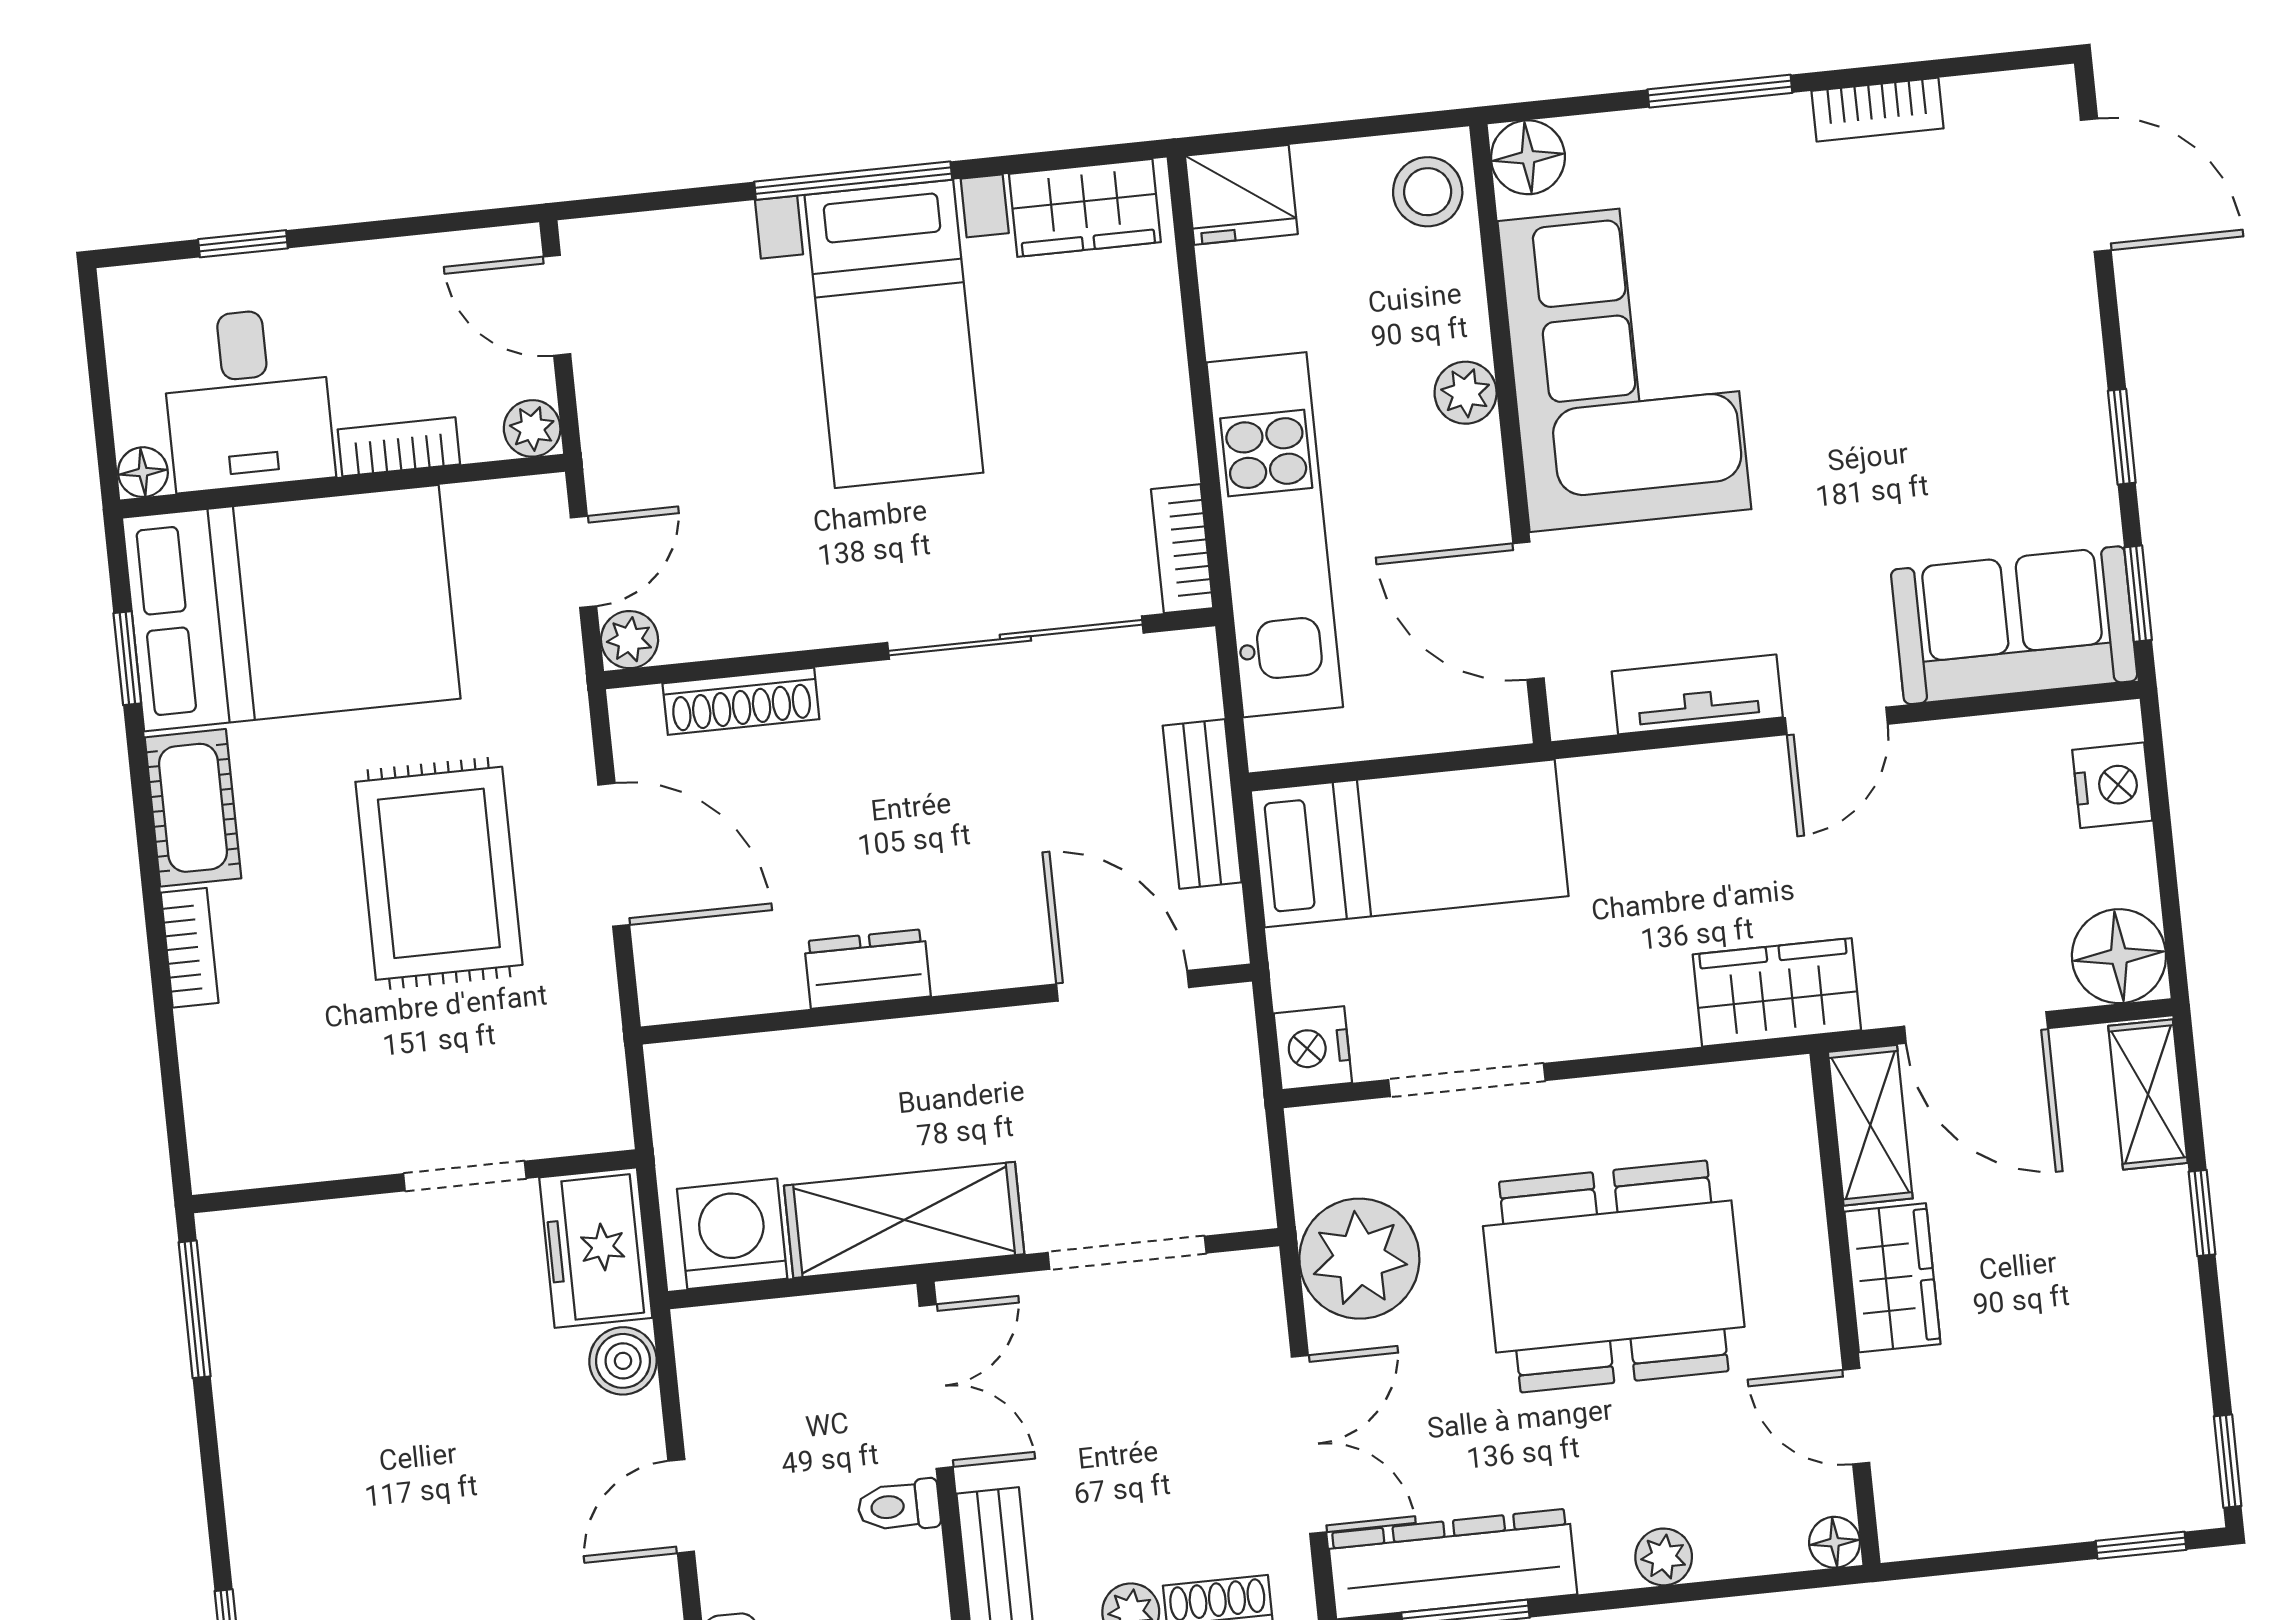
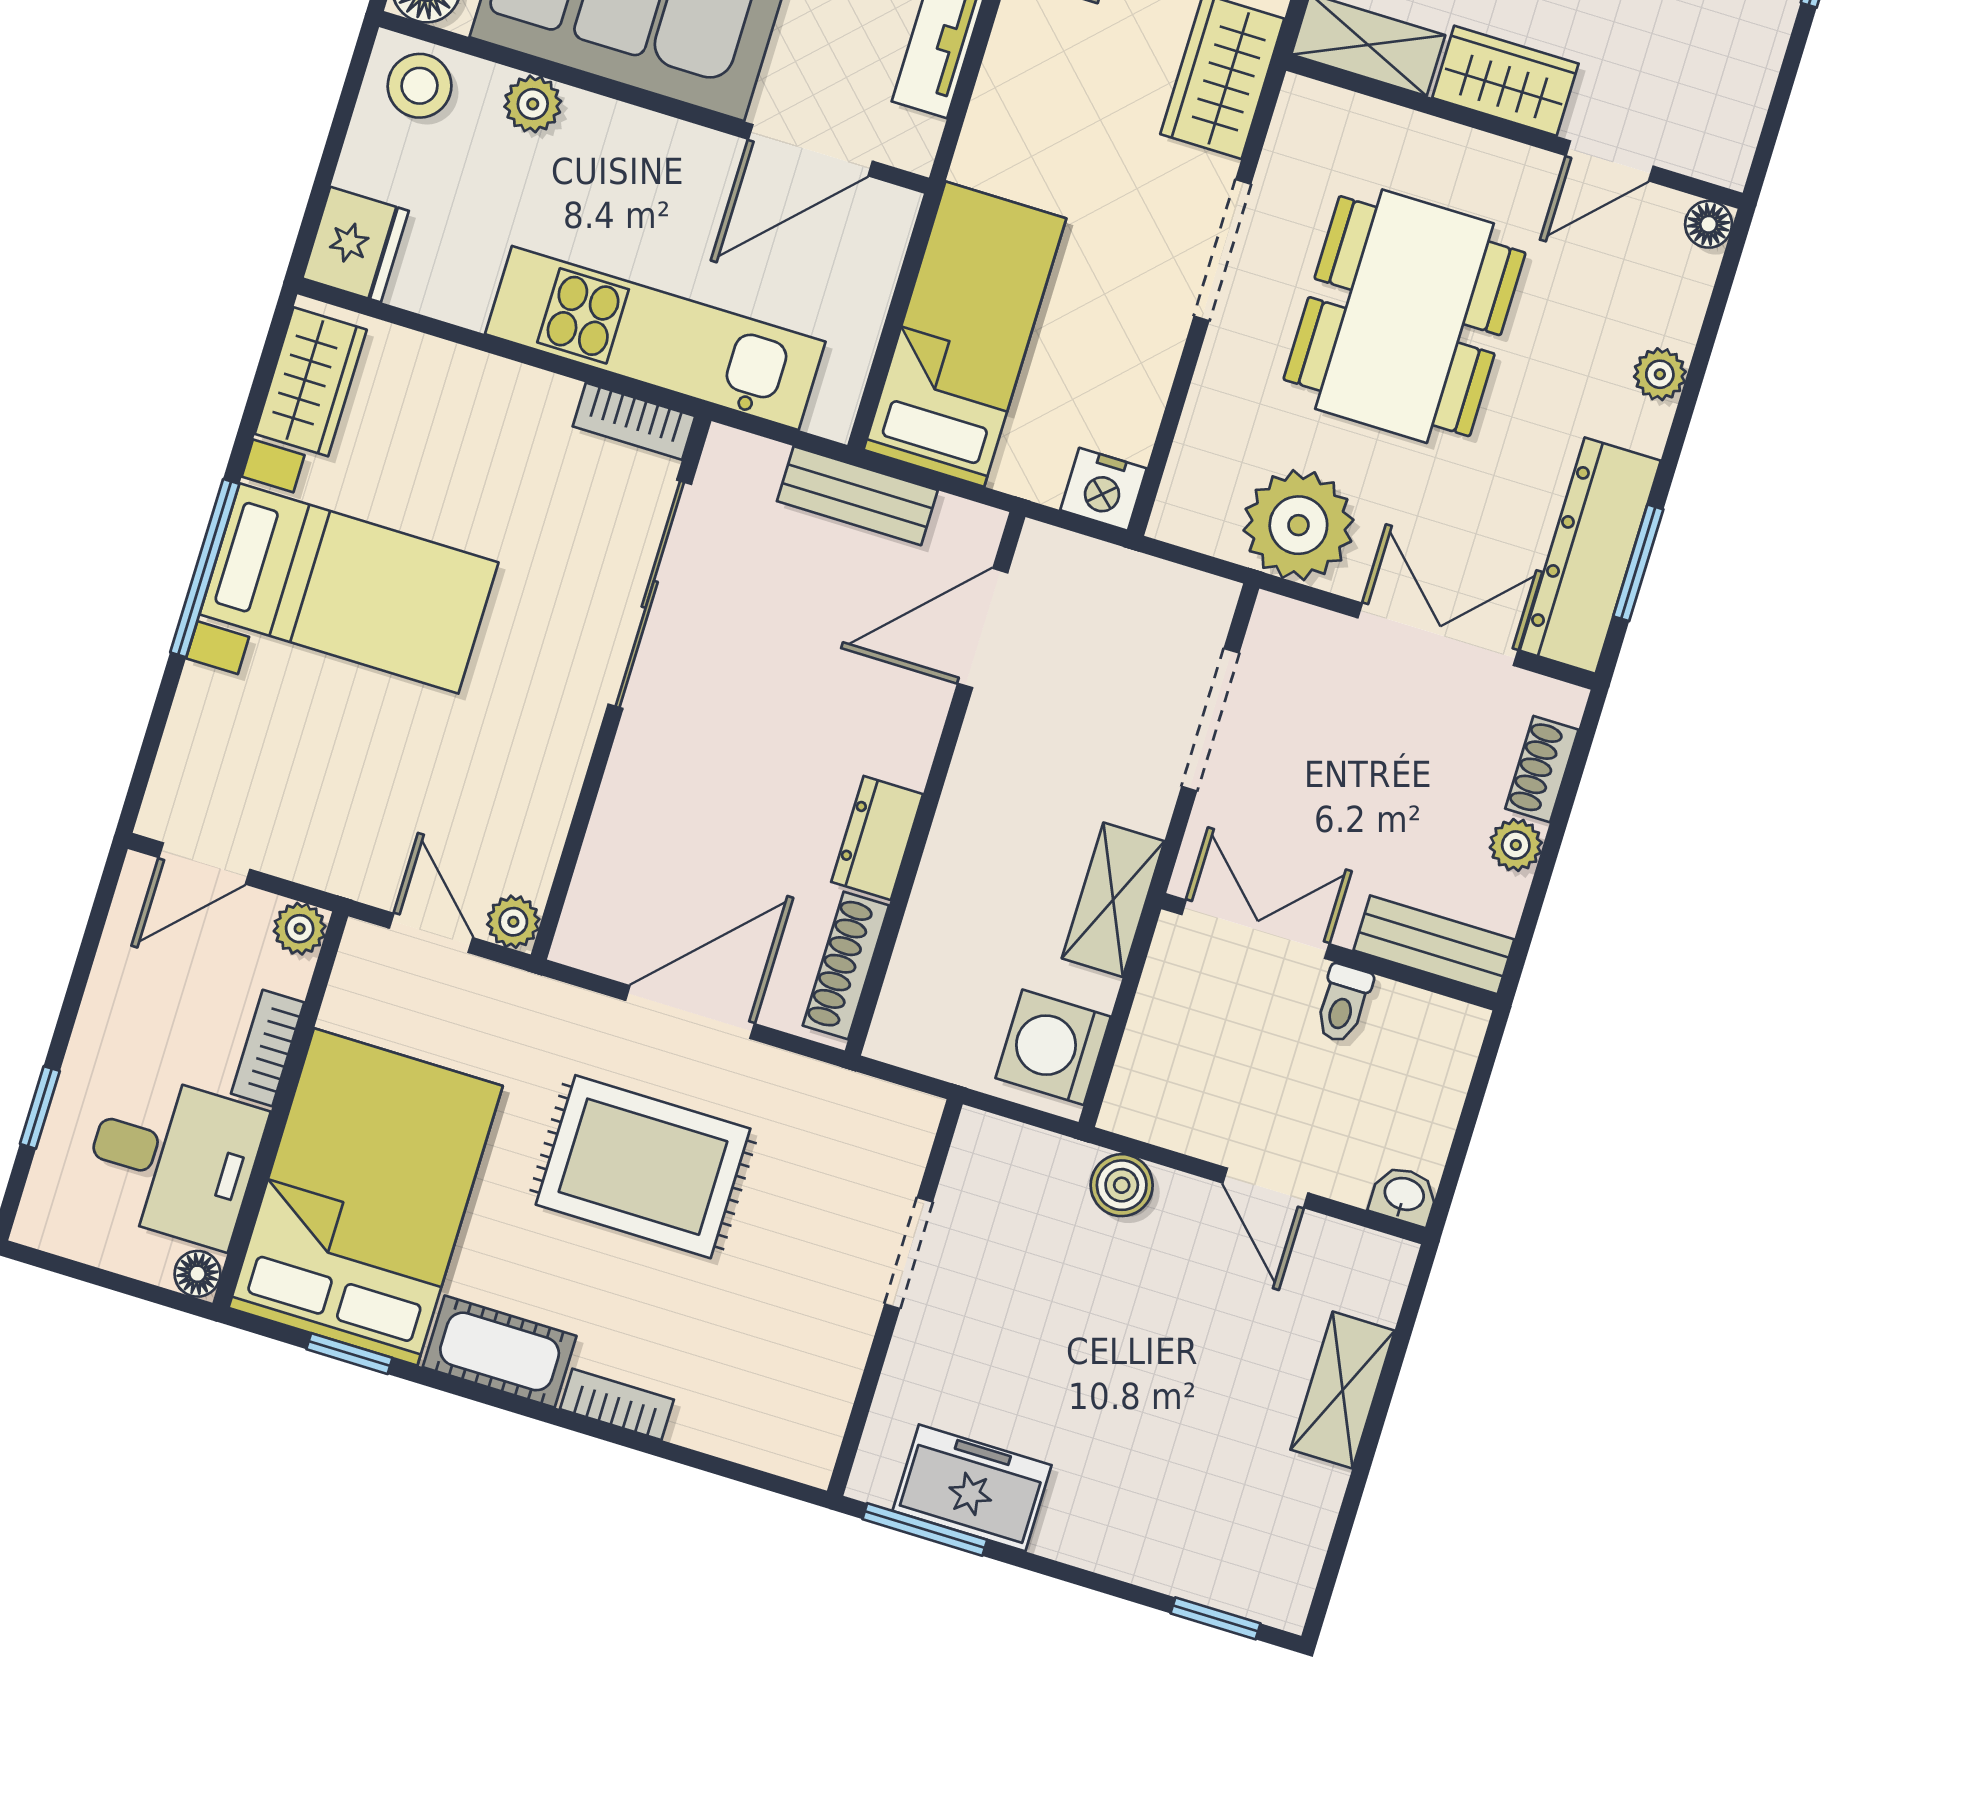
plant: (1466, 393) -> (533, 104), moved
shoe rack: (741, 701) -> (846, 966), moved, turned 180
doorway: (1467, 1080) -> (1222, 250), moved
shelving: (904, 1220) -> (1113, 900), width x0.67, depth x0.75
freezer: (596, 1248) -> (972, 1488), moved, turned 180

